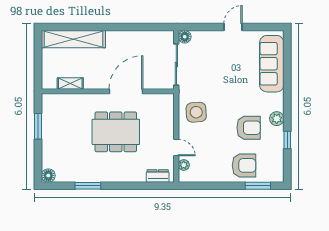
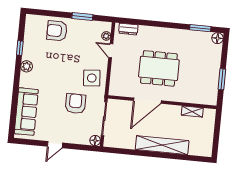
shelving: (73, 39) -> (162, 145), moved
armchair: (249, 128) -> (75, 104), moved, turned 90
window: (88, 186) -> (200, 28), moved
window: (258, 186) -> (82, 17), moved

